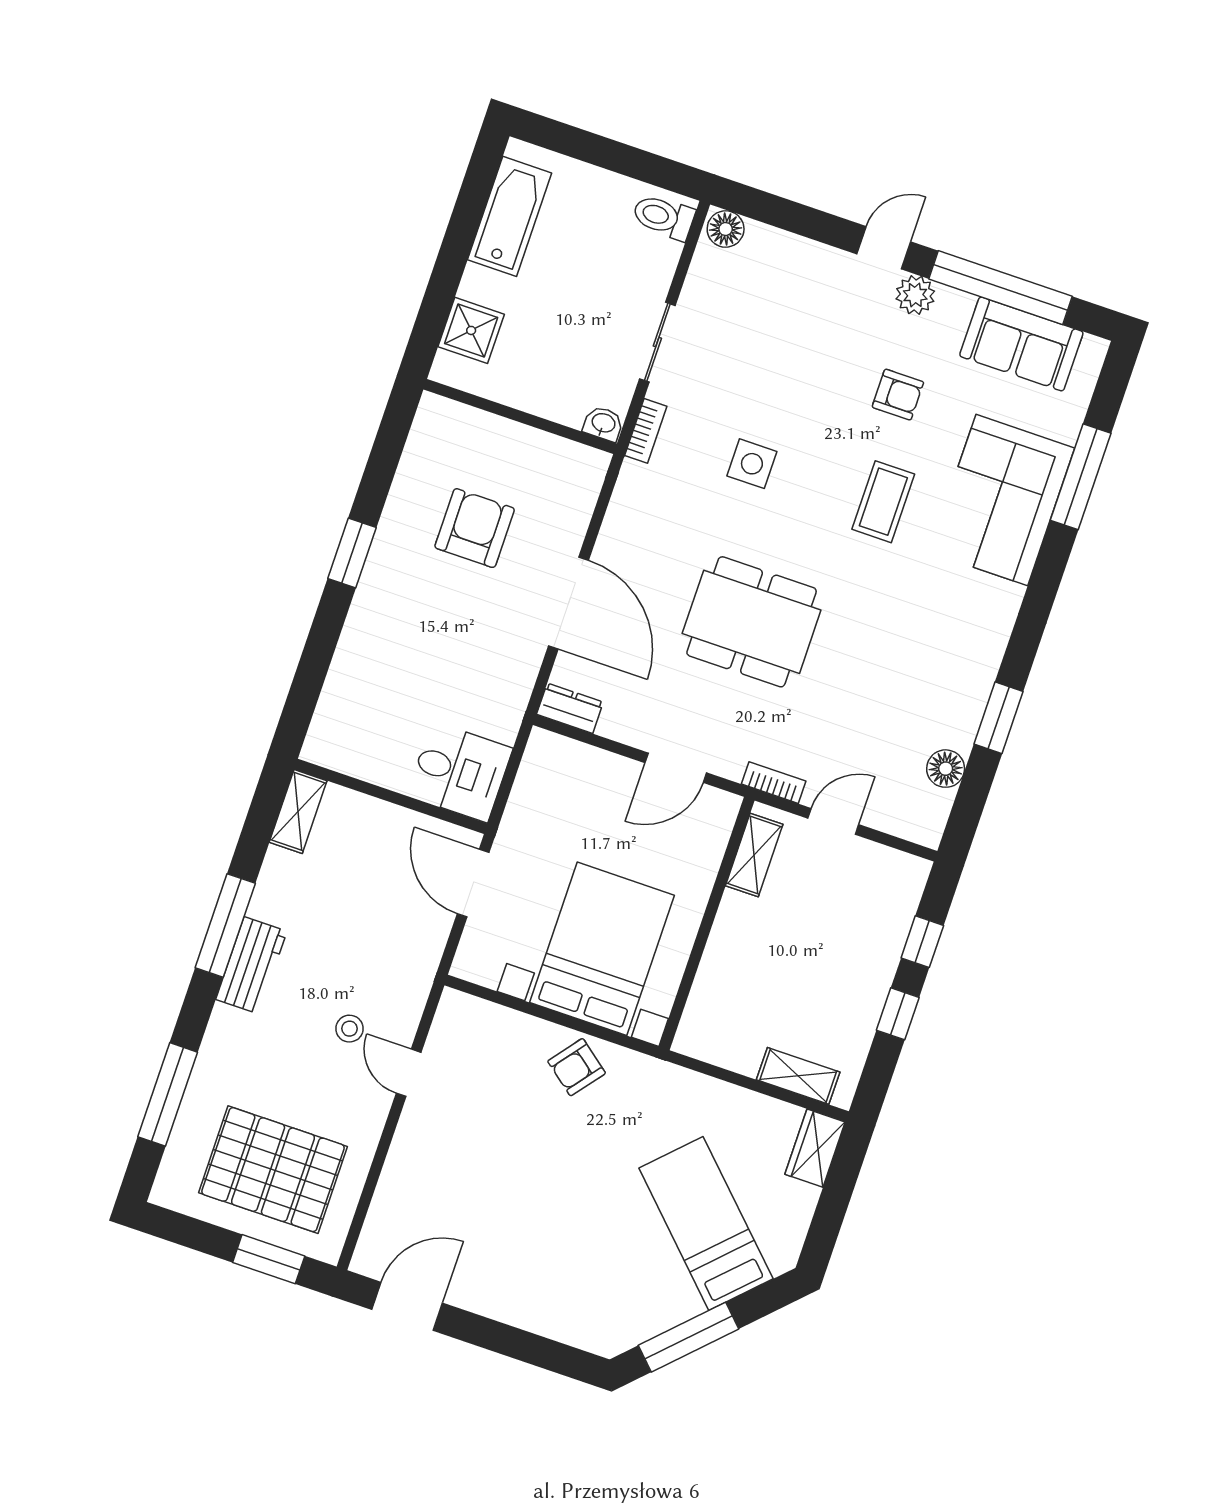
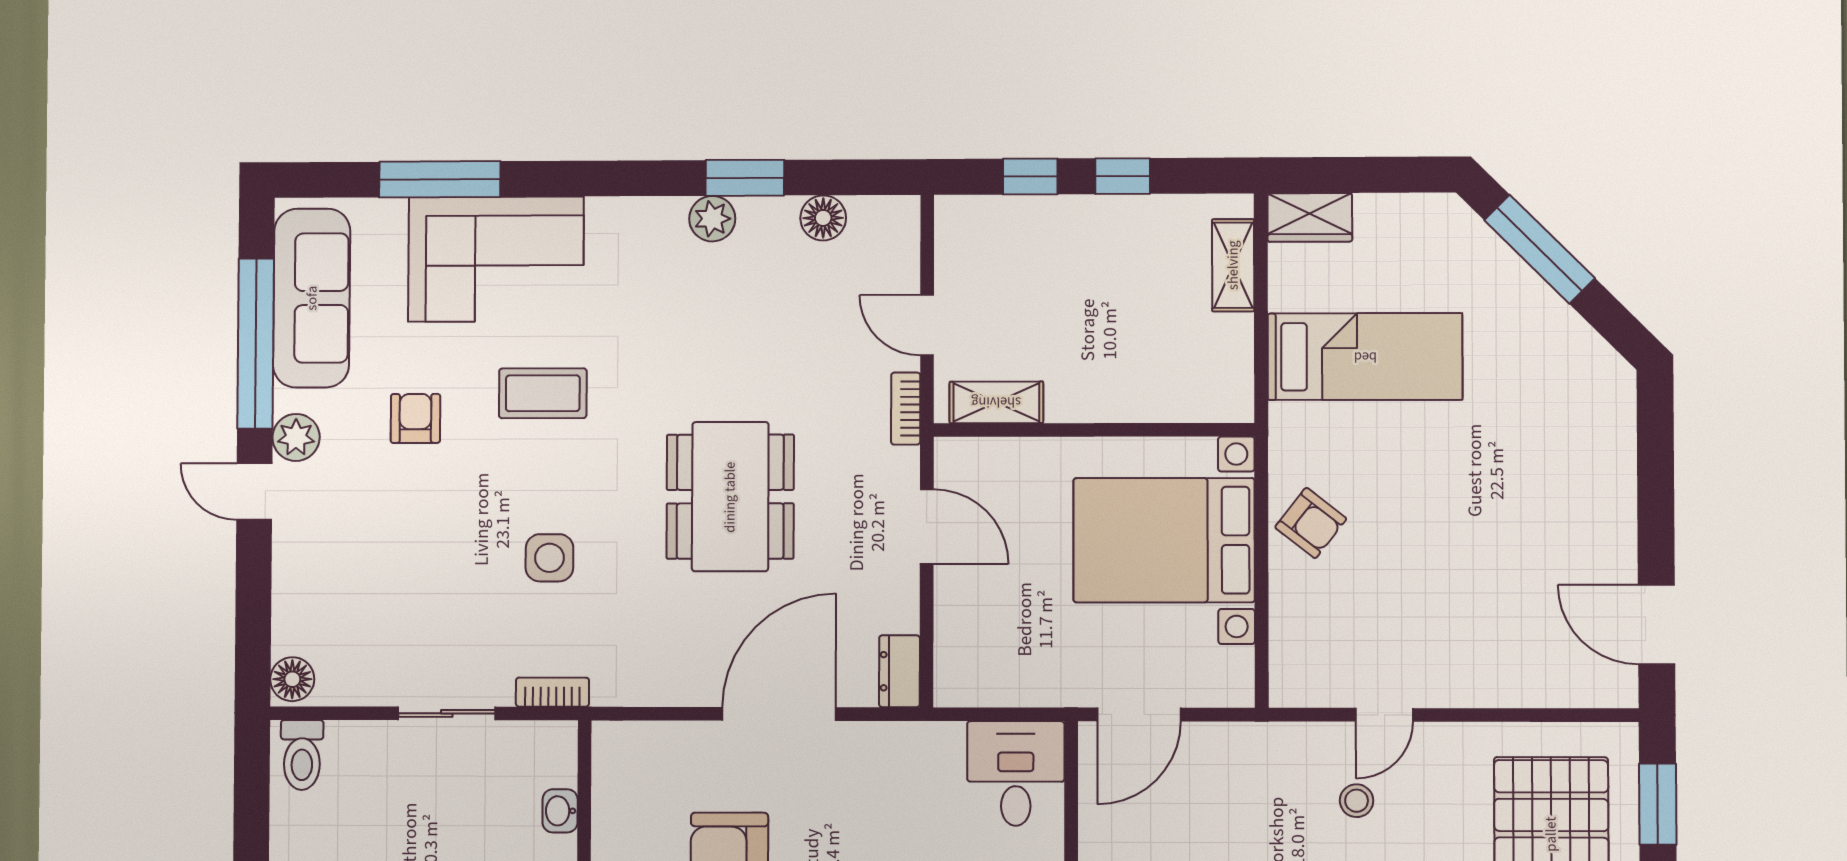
sofa: (1021, 344) -> (312, 298), width x1.36
washbasin: (603, 424) -> (560, 811), moved
plant: (975, 681) -> (712, 219), added
bed: (706, 1223) -> (1365, 357), moved, turned -135
window: (688, 1337) -> (1540, 249), moved

